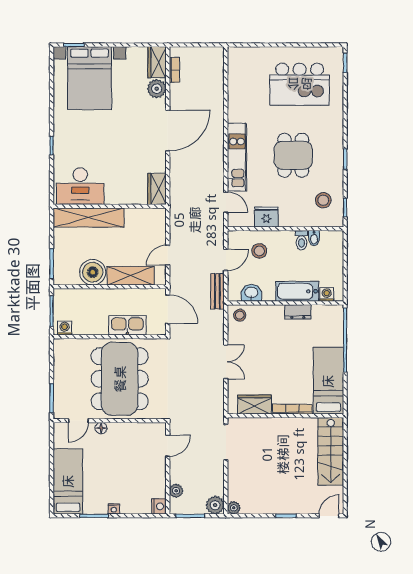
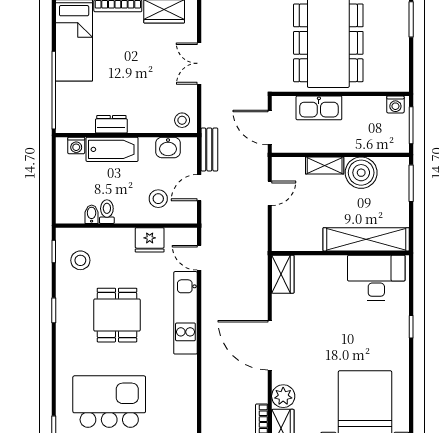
door: (168, 130) -> (270, 345), hinge flipped
shelving: (131, 276) -> (325, 165), width x0.67, depth x0.75

